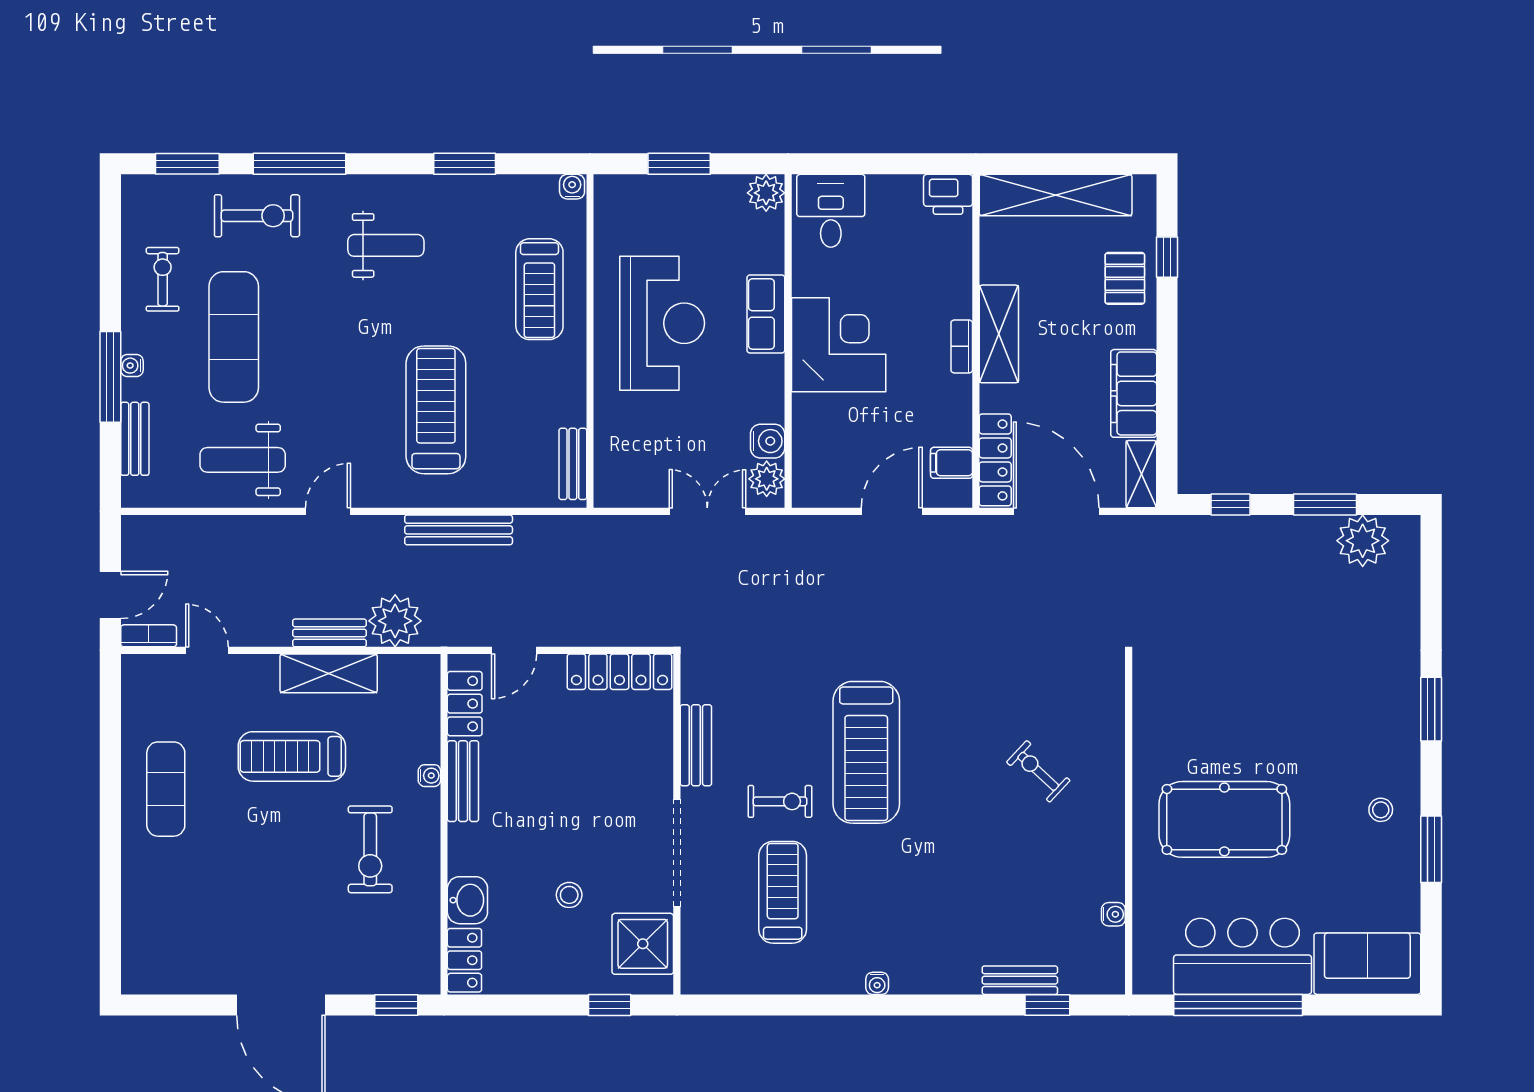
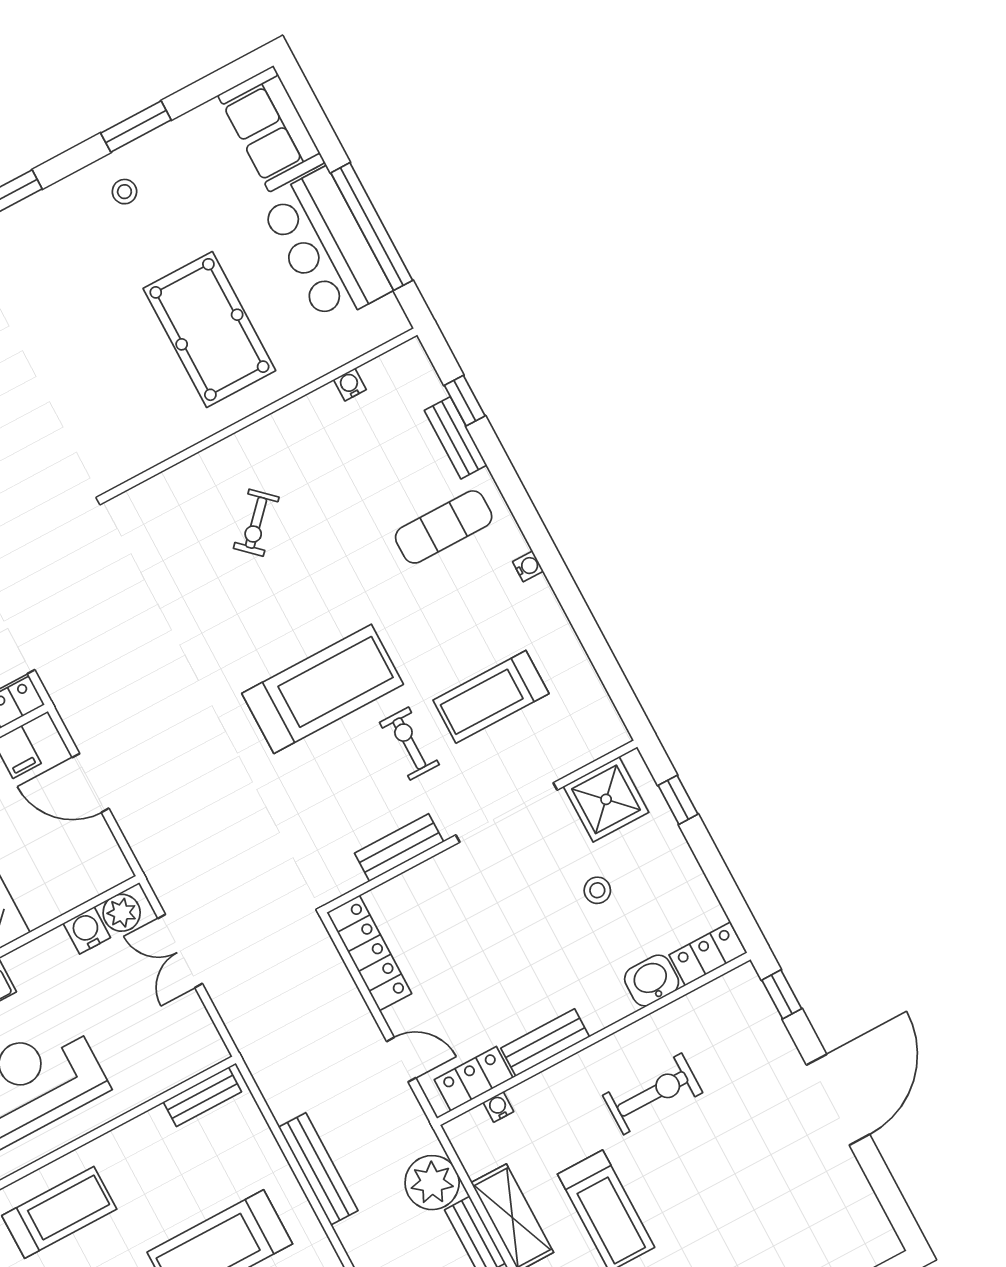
water cooler: (429, 776) -> (498, 1107), moved
exercise mat: (949, 929) -> (444, 527), added

